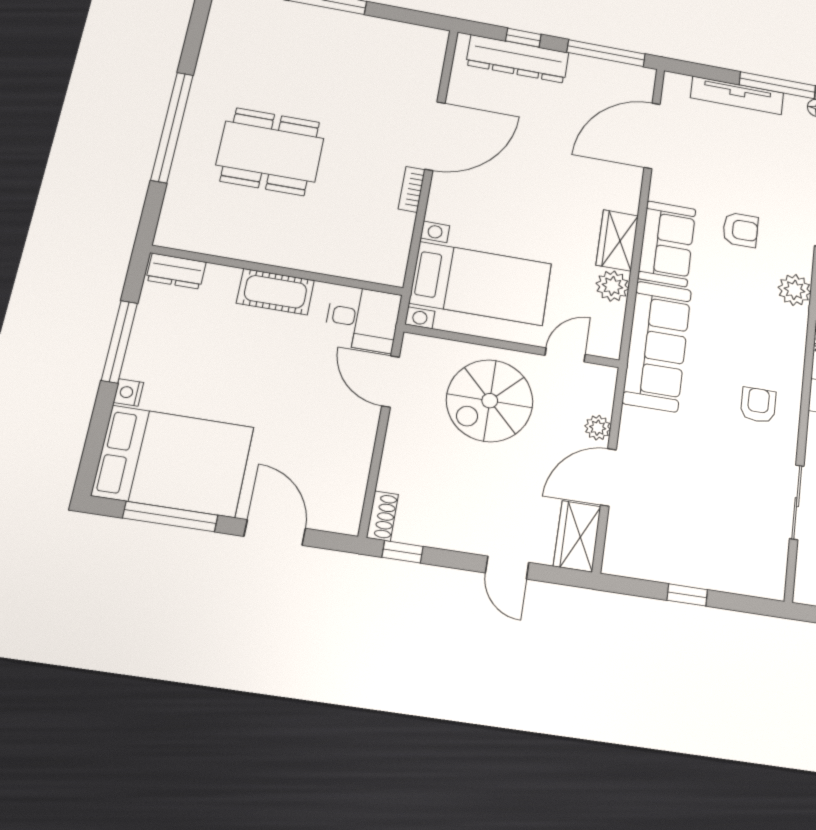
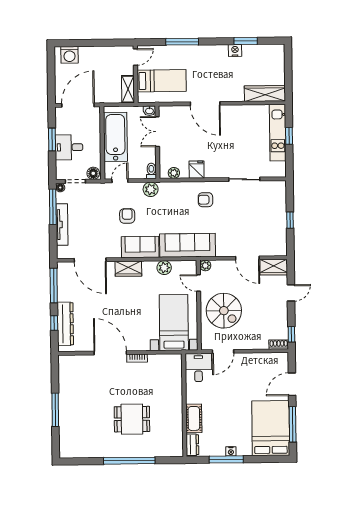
dining table: (270, 152) -> (132, 419), width x0.73
wardrobe: (617, 240) -> (128, 269), moved
cot: (275, 292) -> (194, 418), moved
nightstand: (128, 392) -> (231, 451), moved
plant: (598, 428) -> (205, 265), moved

